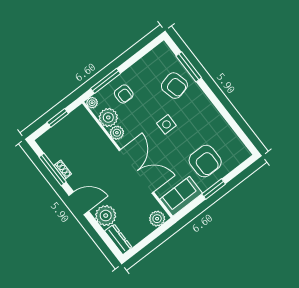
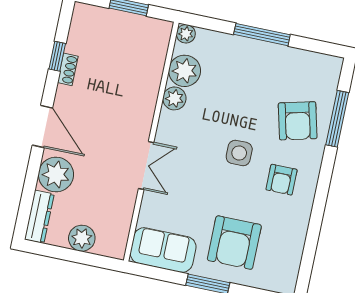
window: (106, 81) -> (262, 35), moved
armchair: (124, 94) -> (282, 180), moved
window: (53, 169) -> (57, 56), width x0.46
double door: (136, 171) -> (146, 166), width x0.54
plant: (157, 219) -> (82, 238), moved

